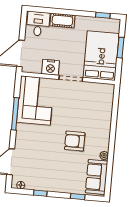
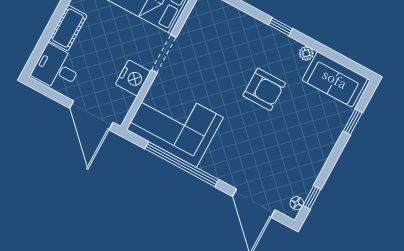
window: (15, 114) -> (182, 164), width x1.46
window: (113, 135) -> (281, 27), added
armchair: (75, 141) -> (264, 89), turned -90
window: (40, 193) -> (312, 197), moved

